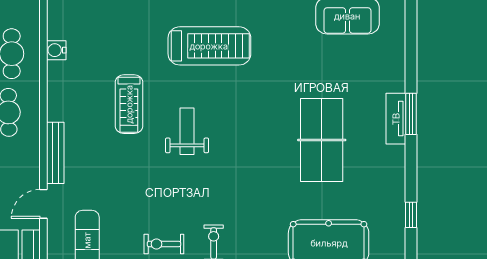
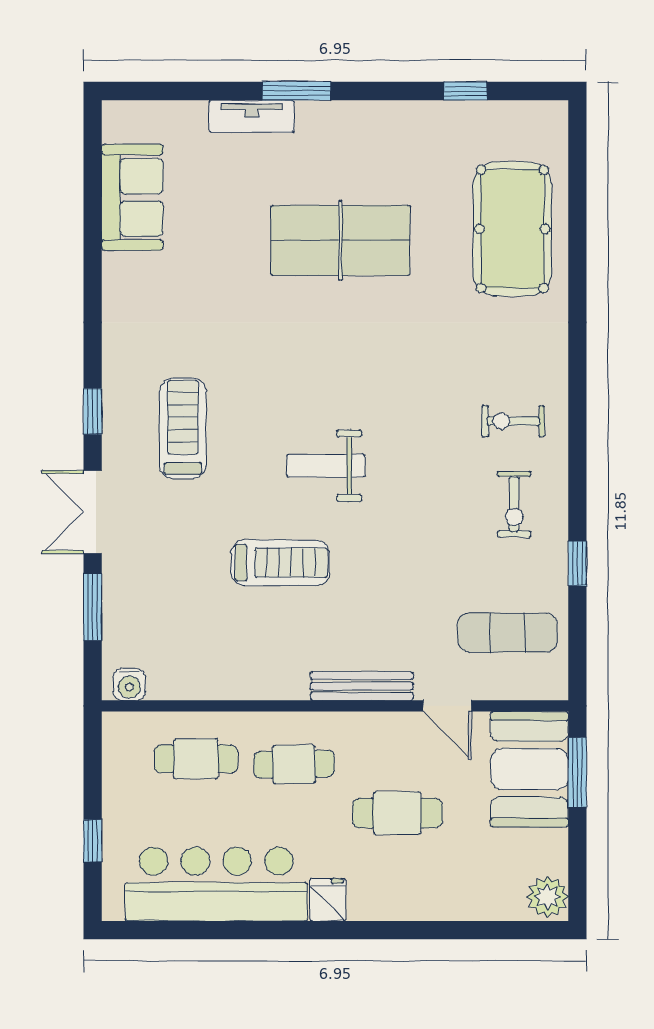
treadmill: (209, 46) -> (183, 428), width x0.73, depth x0.73
water cooler: (56, 50) -> (129, 684), moved
tv unit: (396, 119) -> (252, 116), moved

